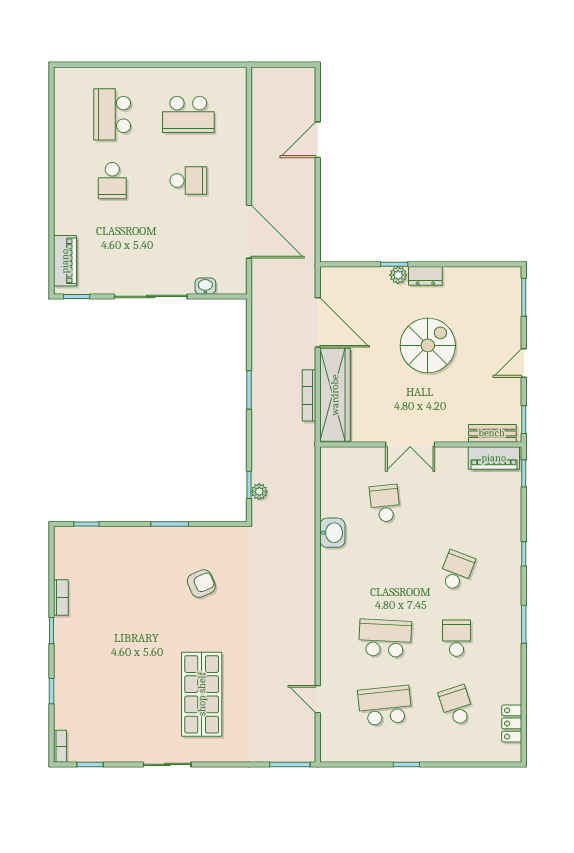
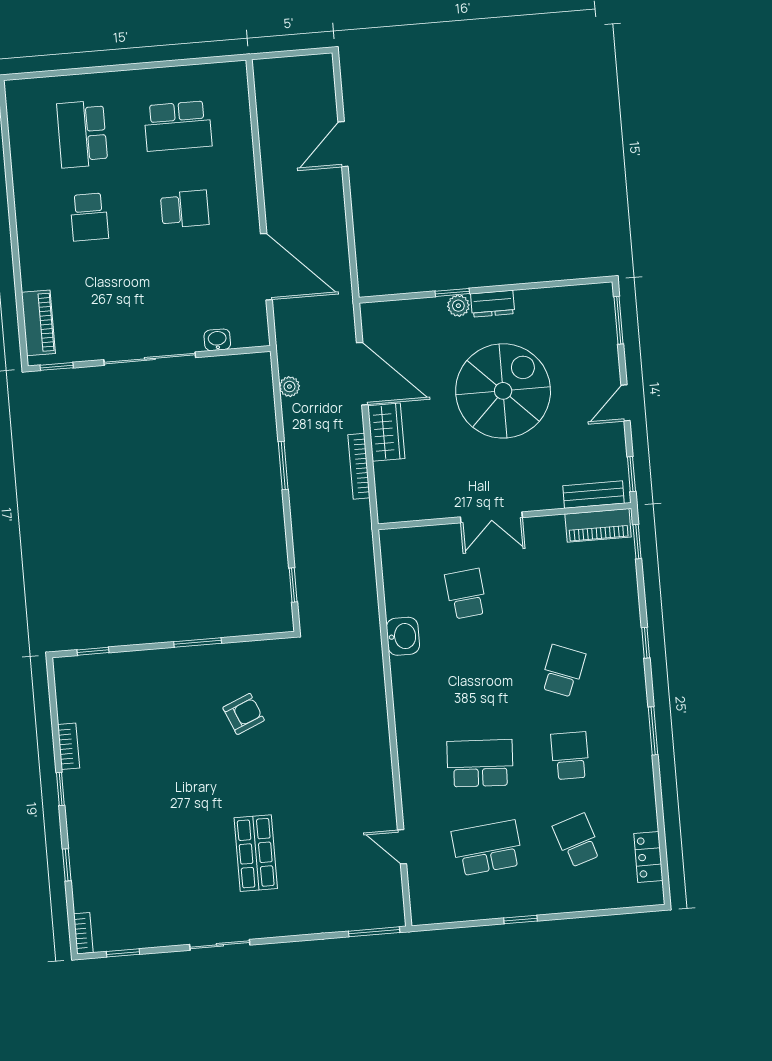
spiral stairs: (428, 345) -> (503, 391), width x1.37, depth x1.37
wardrobe: (335, 395) -> (386, 432), width x0.48, depth x0.85
plant: (259, 492) -> (289, 387), moved
shop shelf: (202, 694) -> (256, 853), width x0.70, depth x0.74

